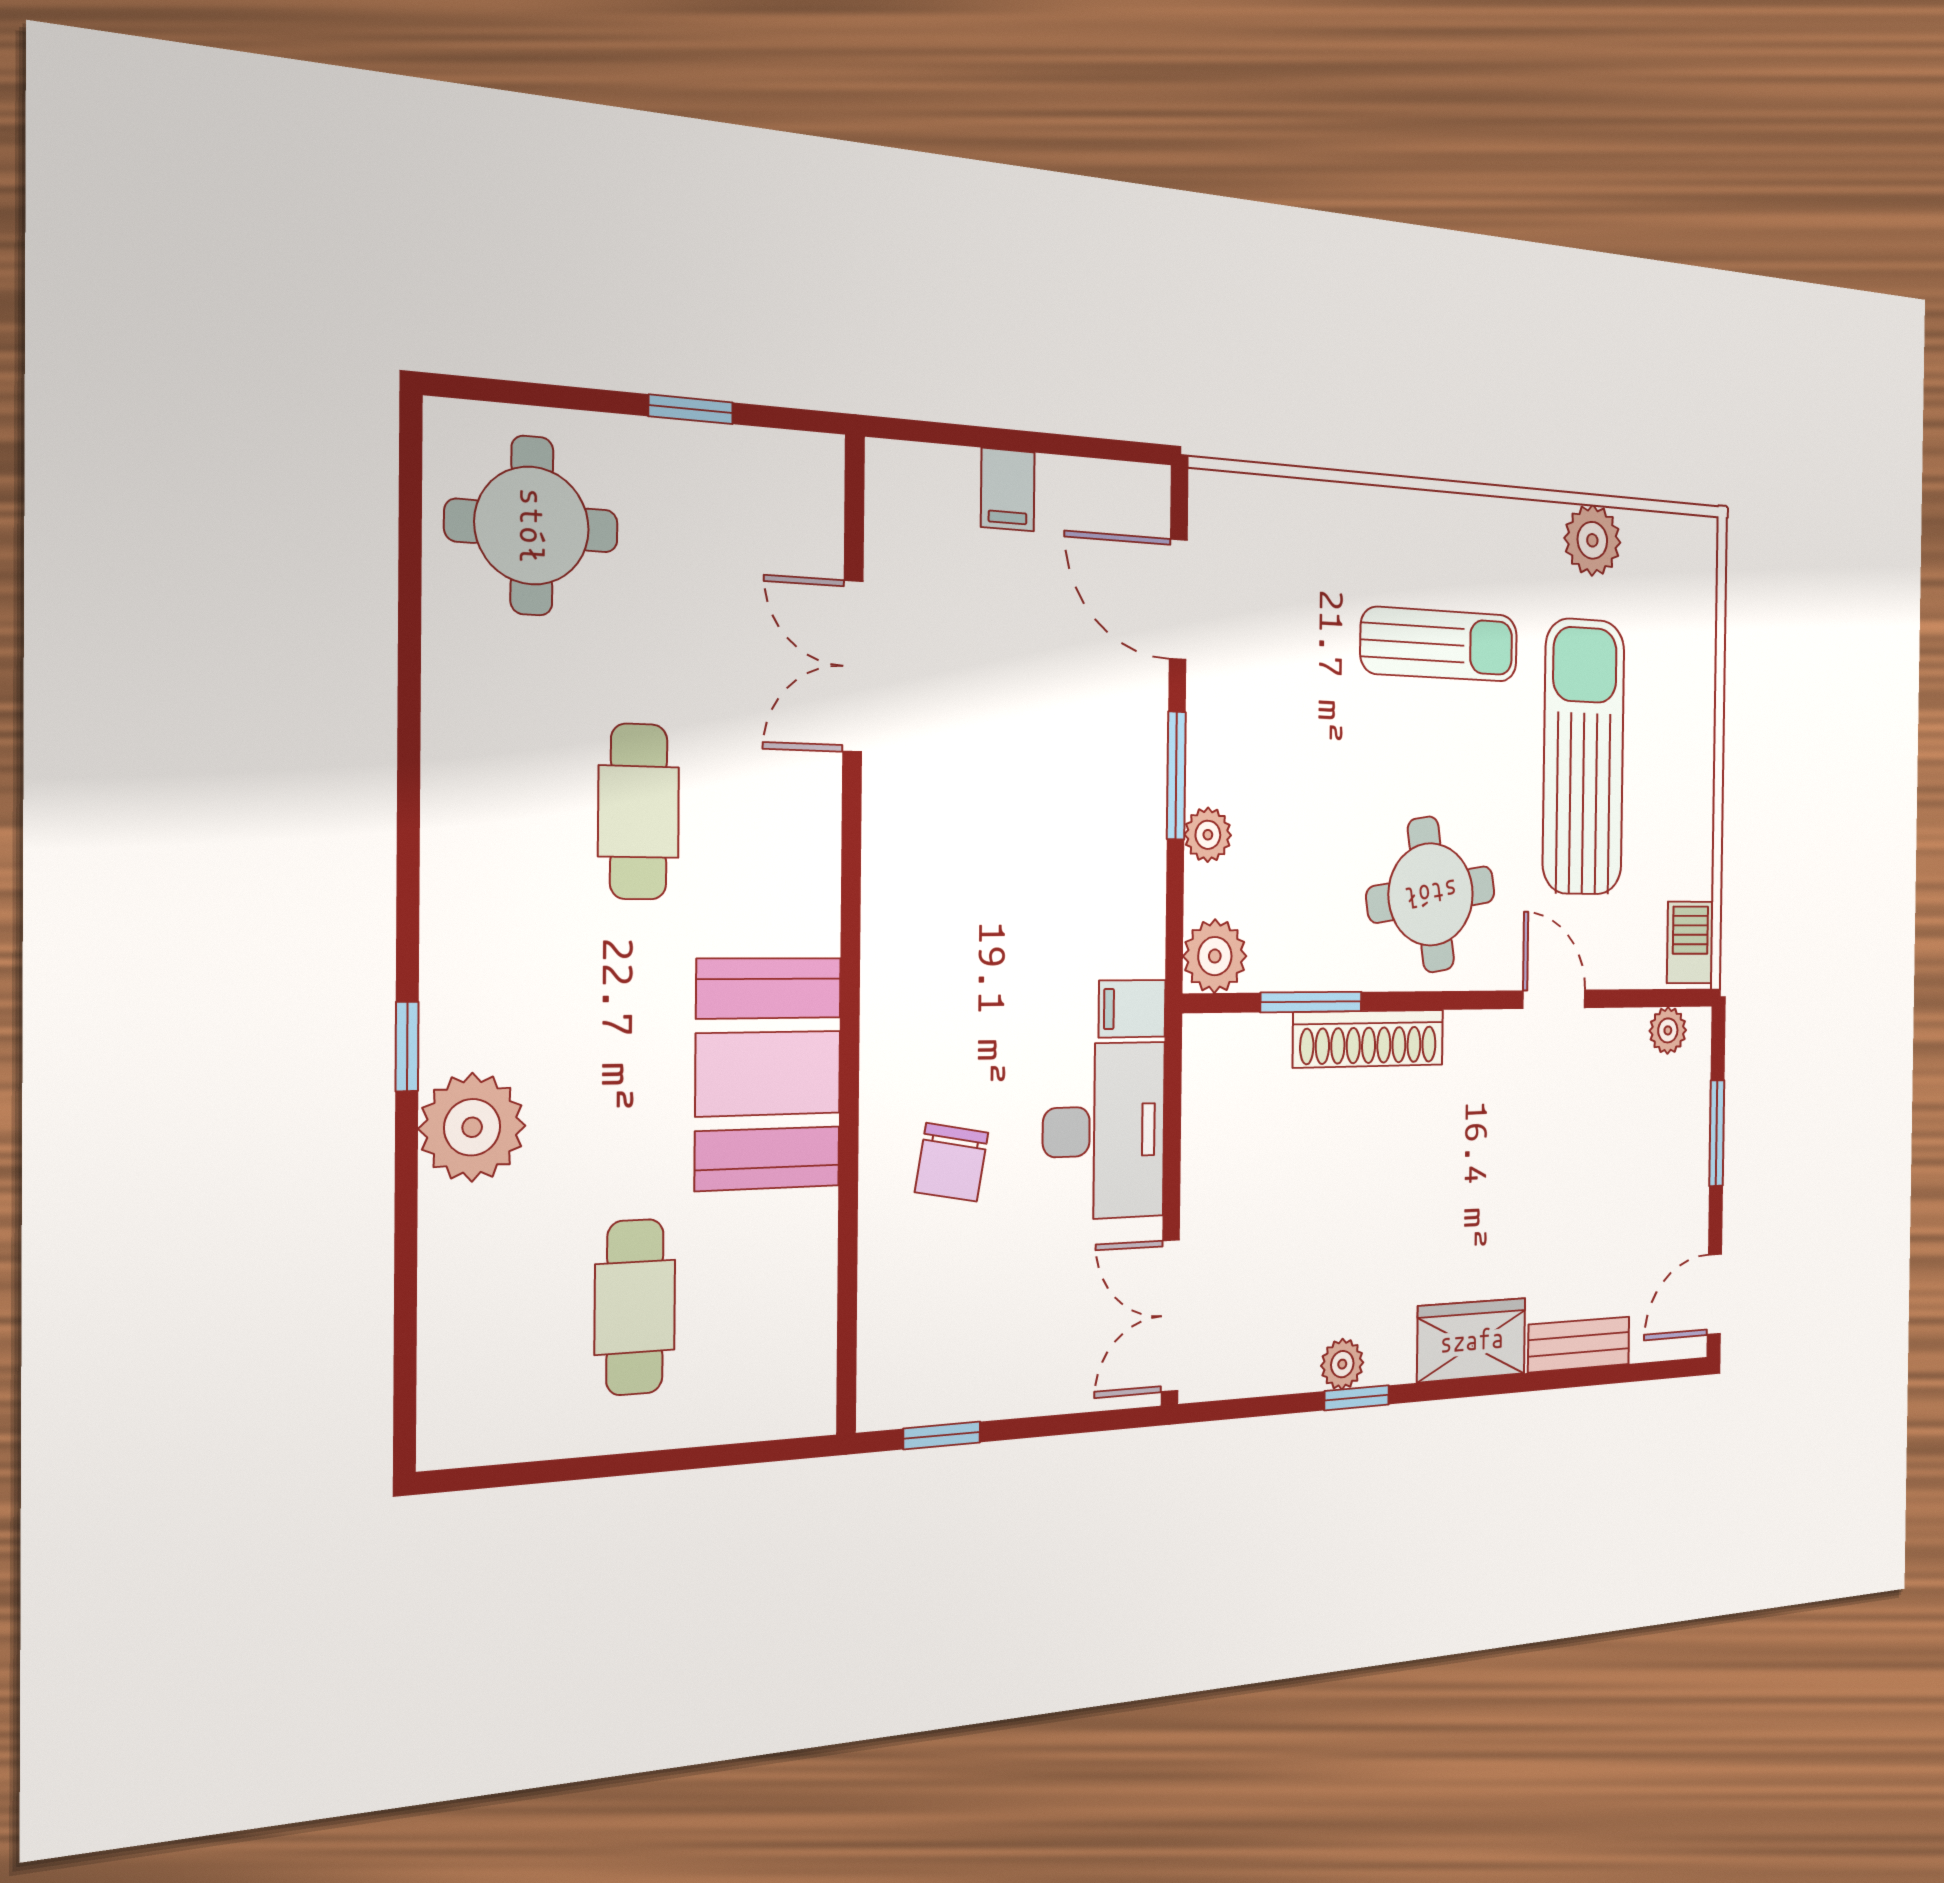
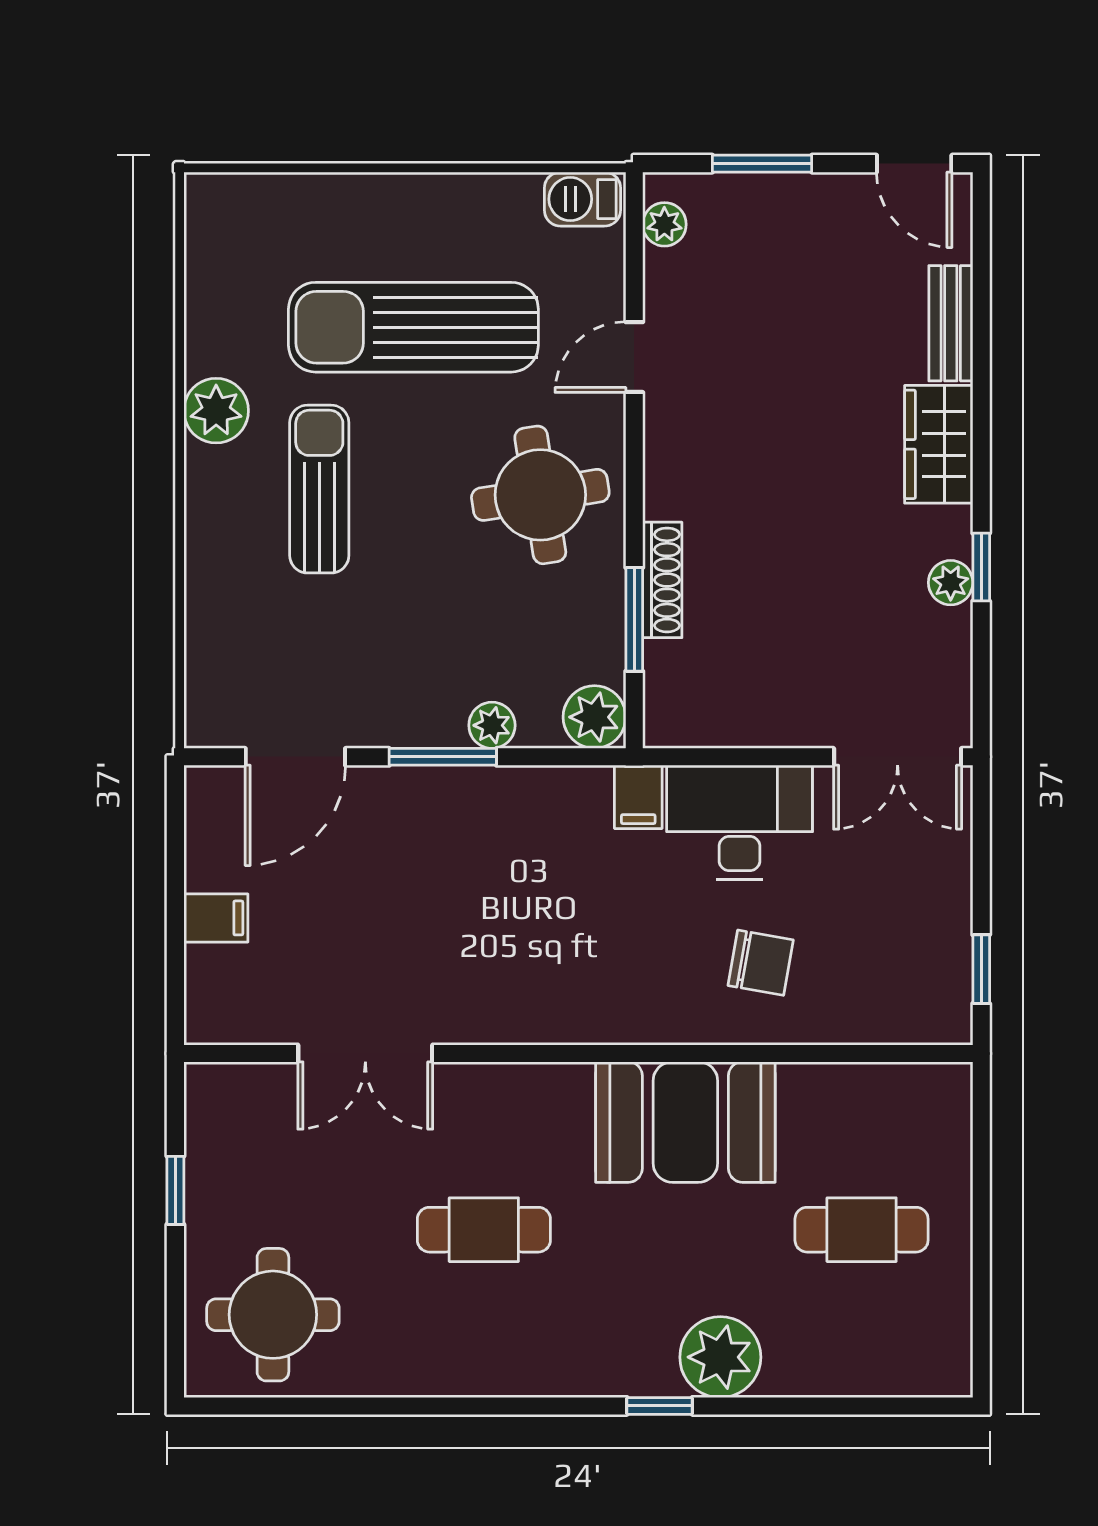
plant: (1592, 540) -> (216, 411), moved
shoe rack: (1369, 1039) -> (662, 580), width x0.74, depth x0.81

